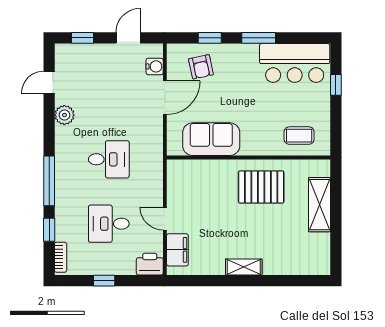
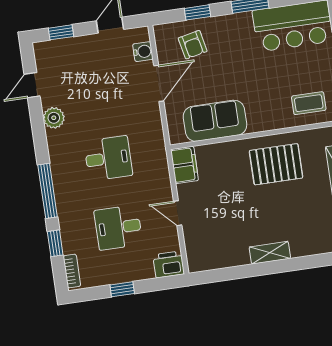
filing cabinet: (177, 250) -> (184, 165), moved

